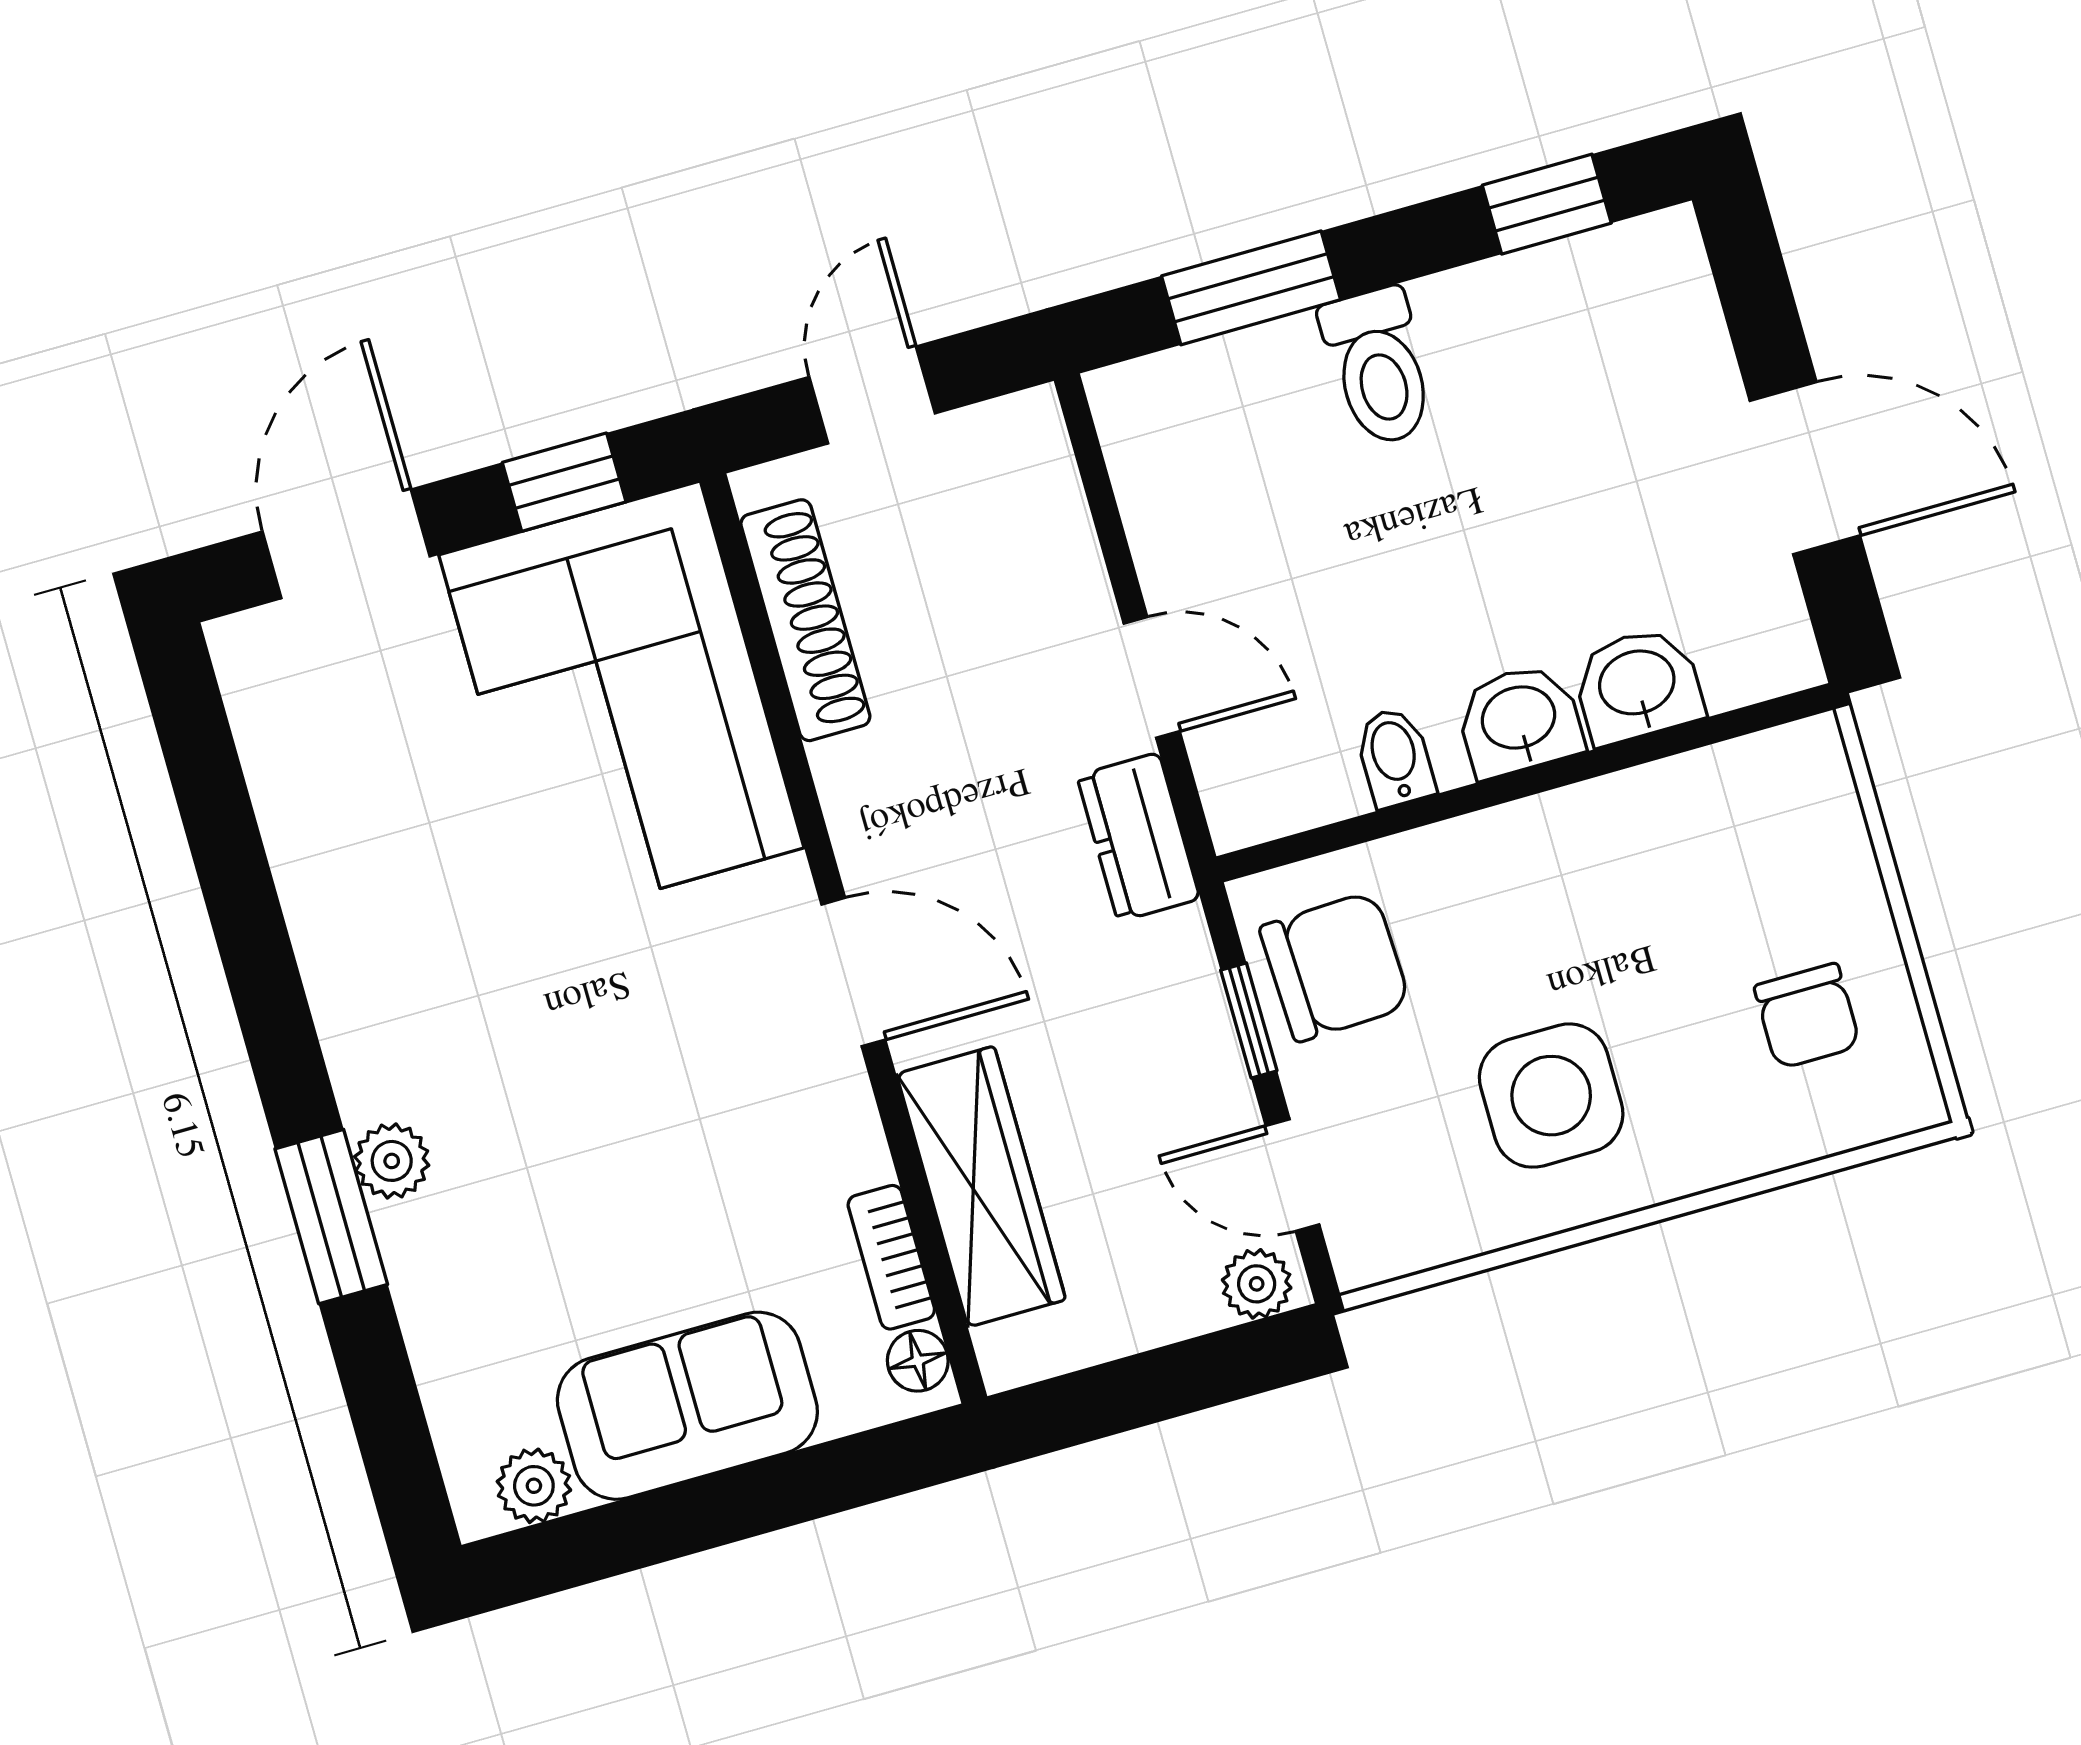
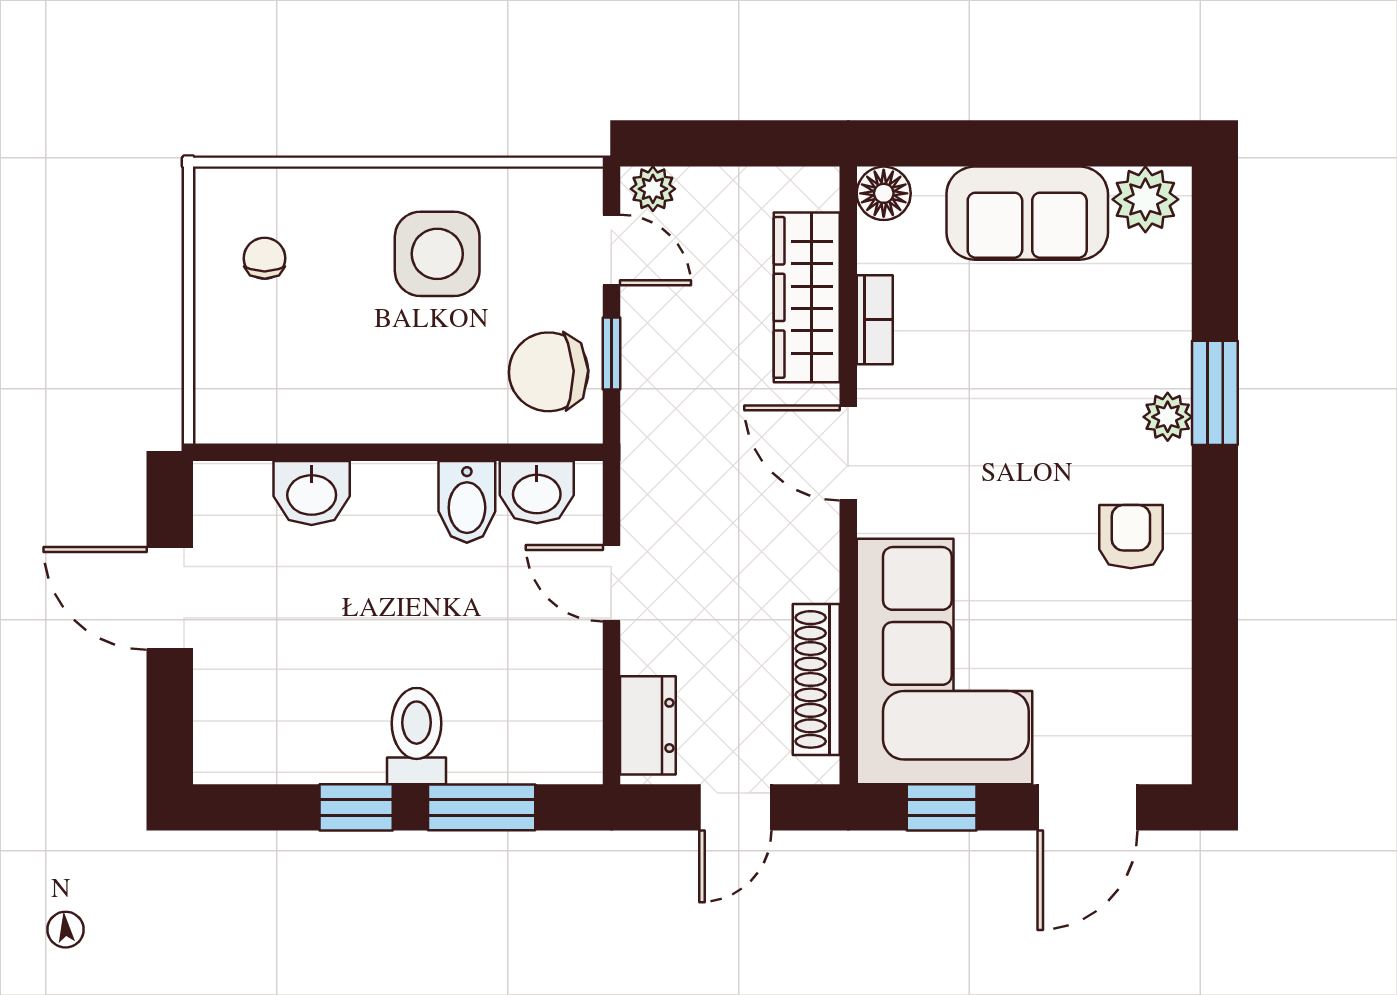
window: (1547, 204) -> (356, 807), moved
washbasin: (1519, 720) -> (537, 492), moved
bidet: (1395, 757) -> (467, 502), width x1.38, depth x1.36
dresser: (1138, 837) -> (648, 725), moved
armchair: (396, 966) -> (1131, 537), added
chair: (1807, 1016) -> (265, 258), width x0.73, depth x0.73
bookcase: (891, 1257) -> (875, 320), moved
floor lamp: (918, 1361) -> (884, 193), width x1.37, depth x1.37
plant: (534, 1486) -> (1145, 199), width x1.38, depth x1.38

